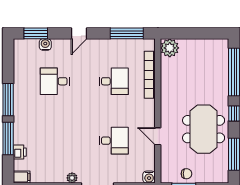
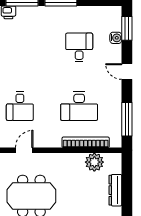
dresser: (198, 45) -> (115, 190), added
plant: (170, 48) -> (94, 162), moved
desk: (114, 81) -> (79, 106), width x1.37

